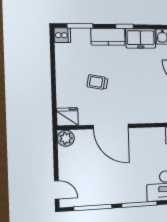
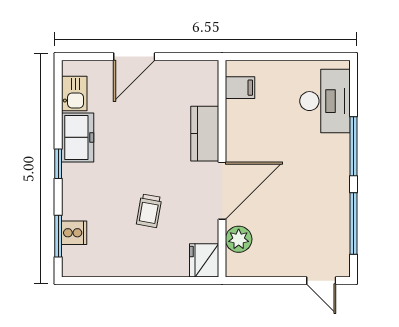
cooker: (62, 35) -> (74, 233), moved, turned 90
kitchen counter: (108, 37) -> (205, 134), moved, turned 180
plant: (66, 138) -> (239, 239), moved
door: (57, 190) -> (321, 281), swing flipped

